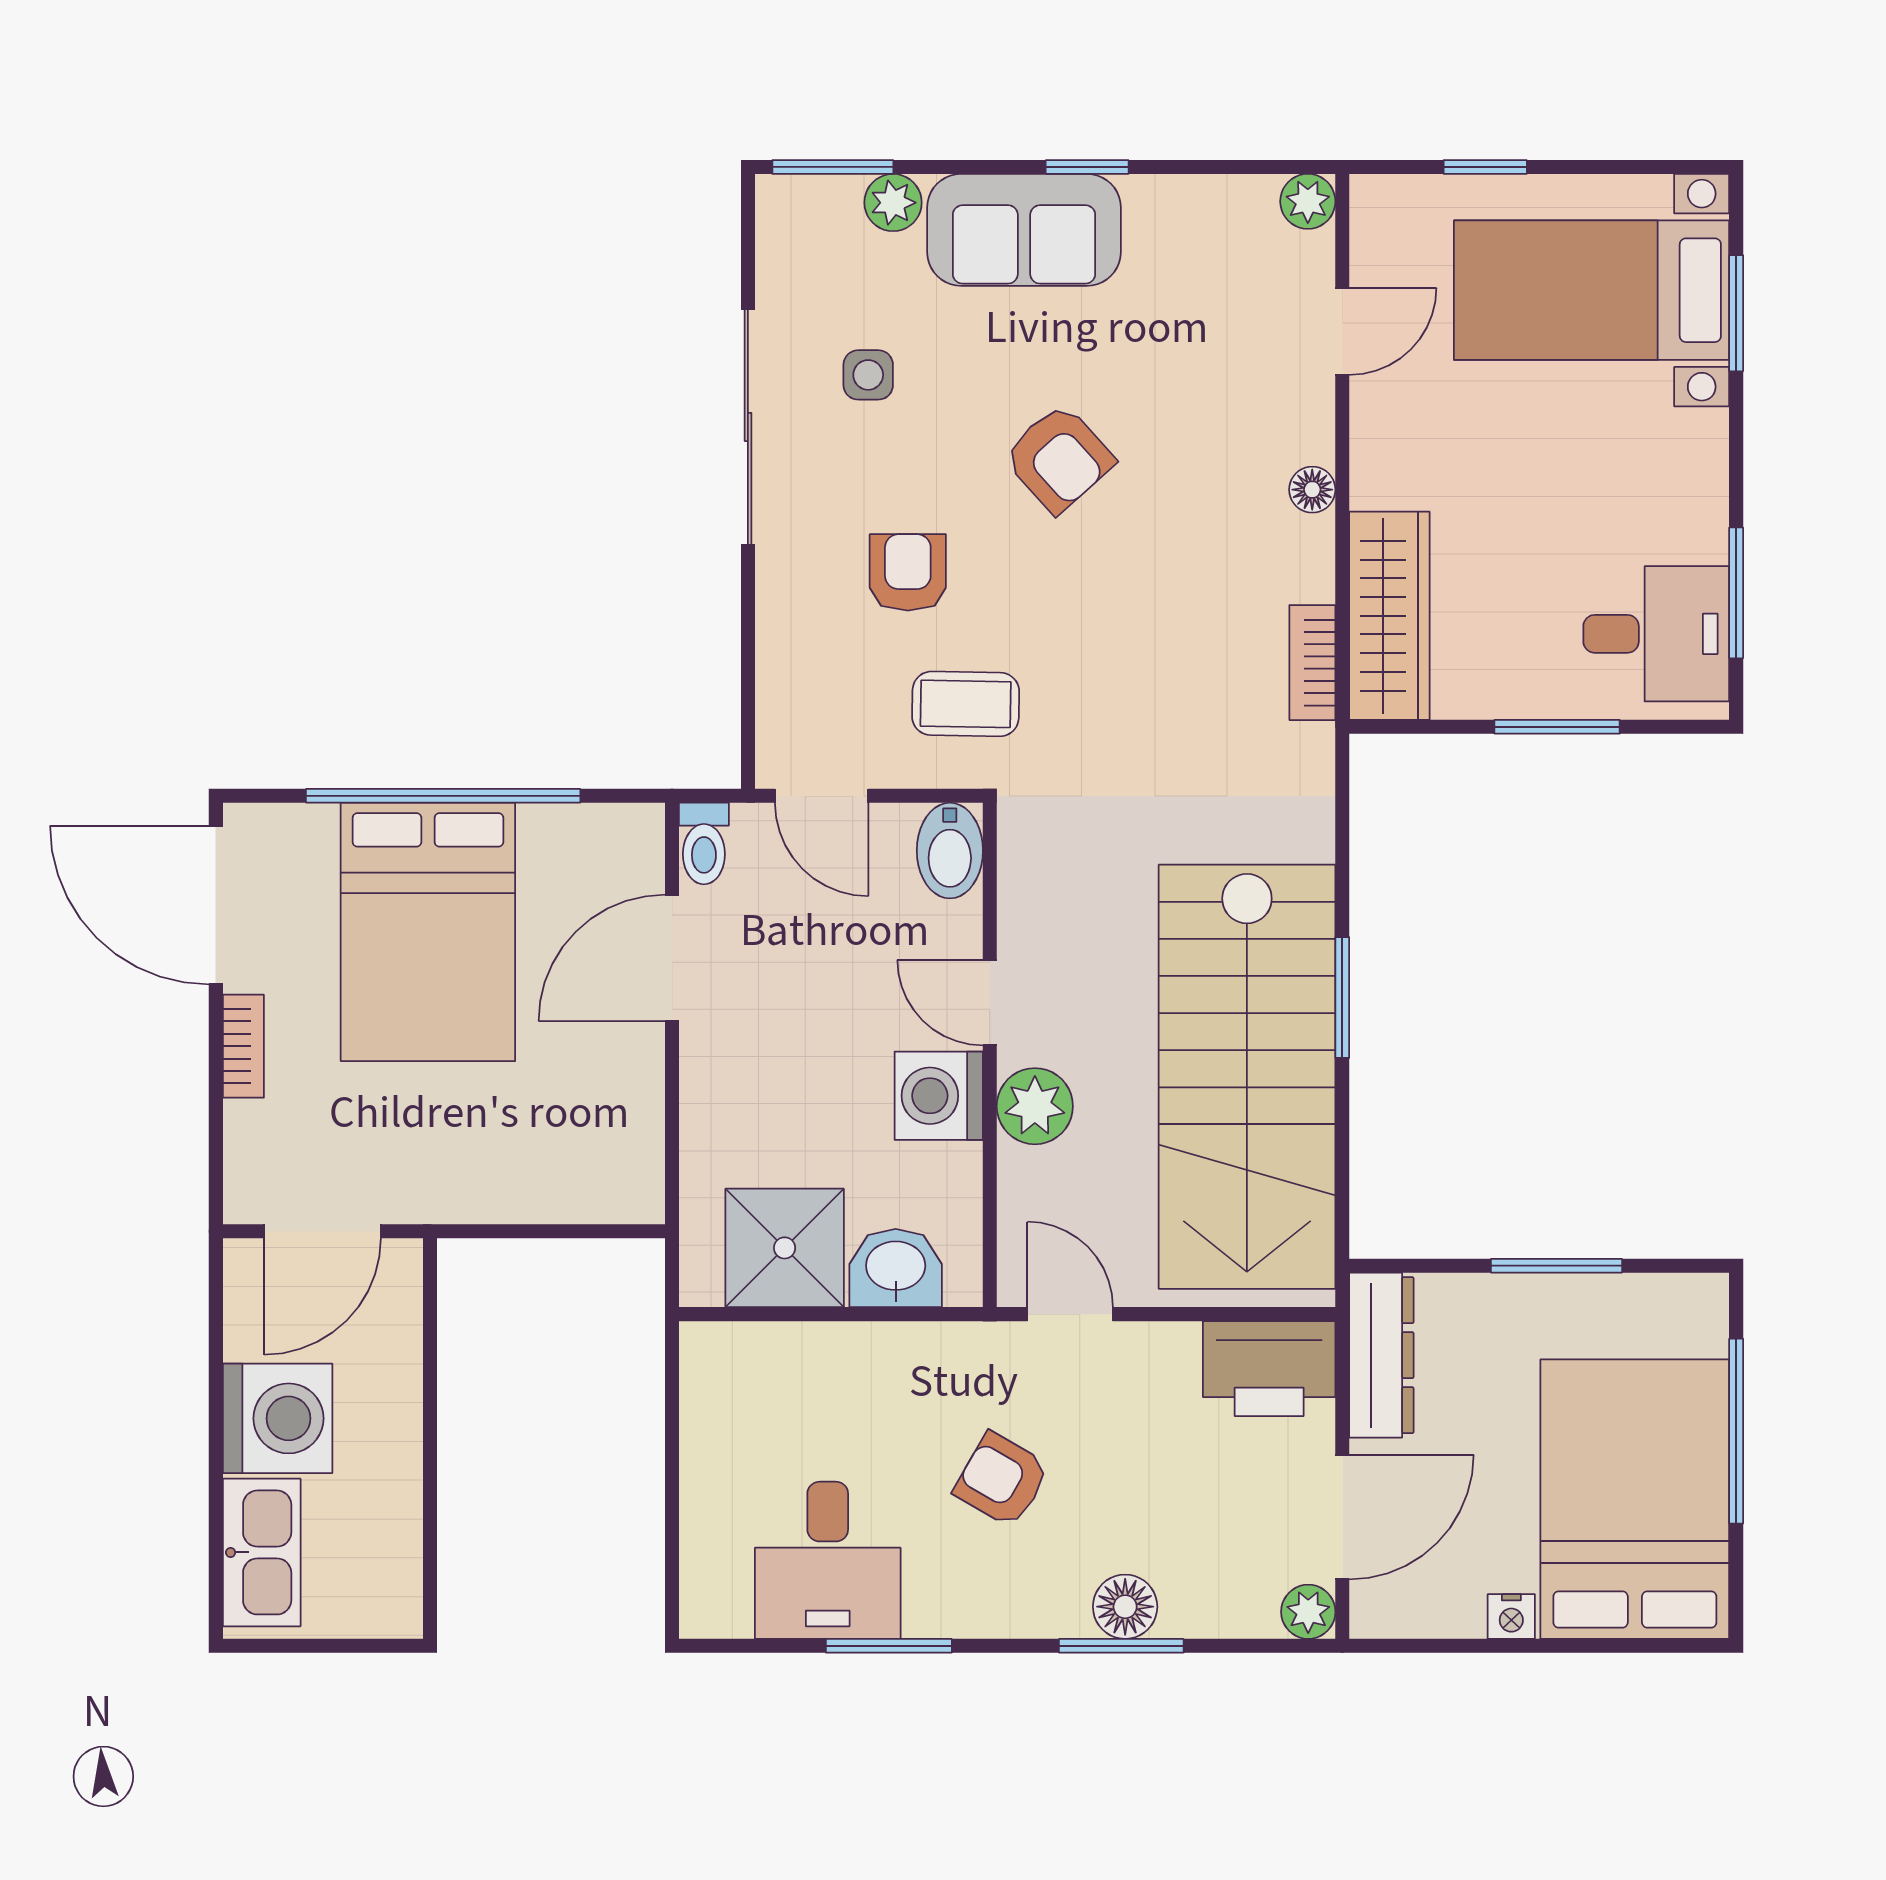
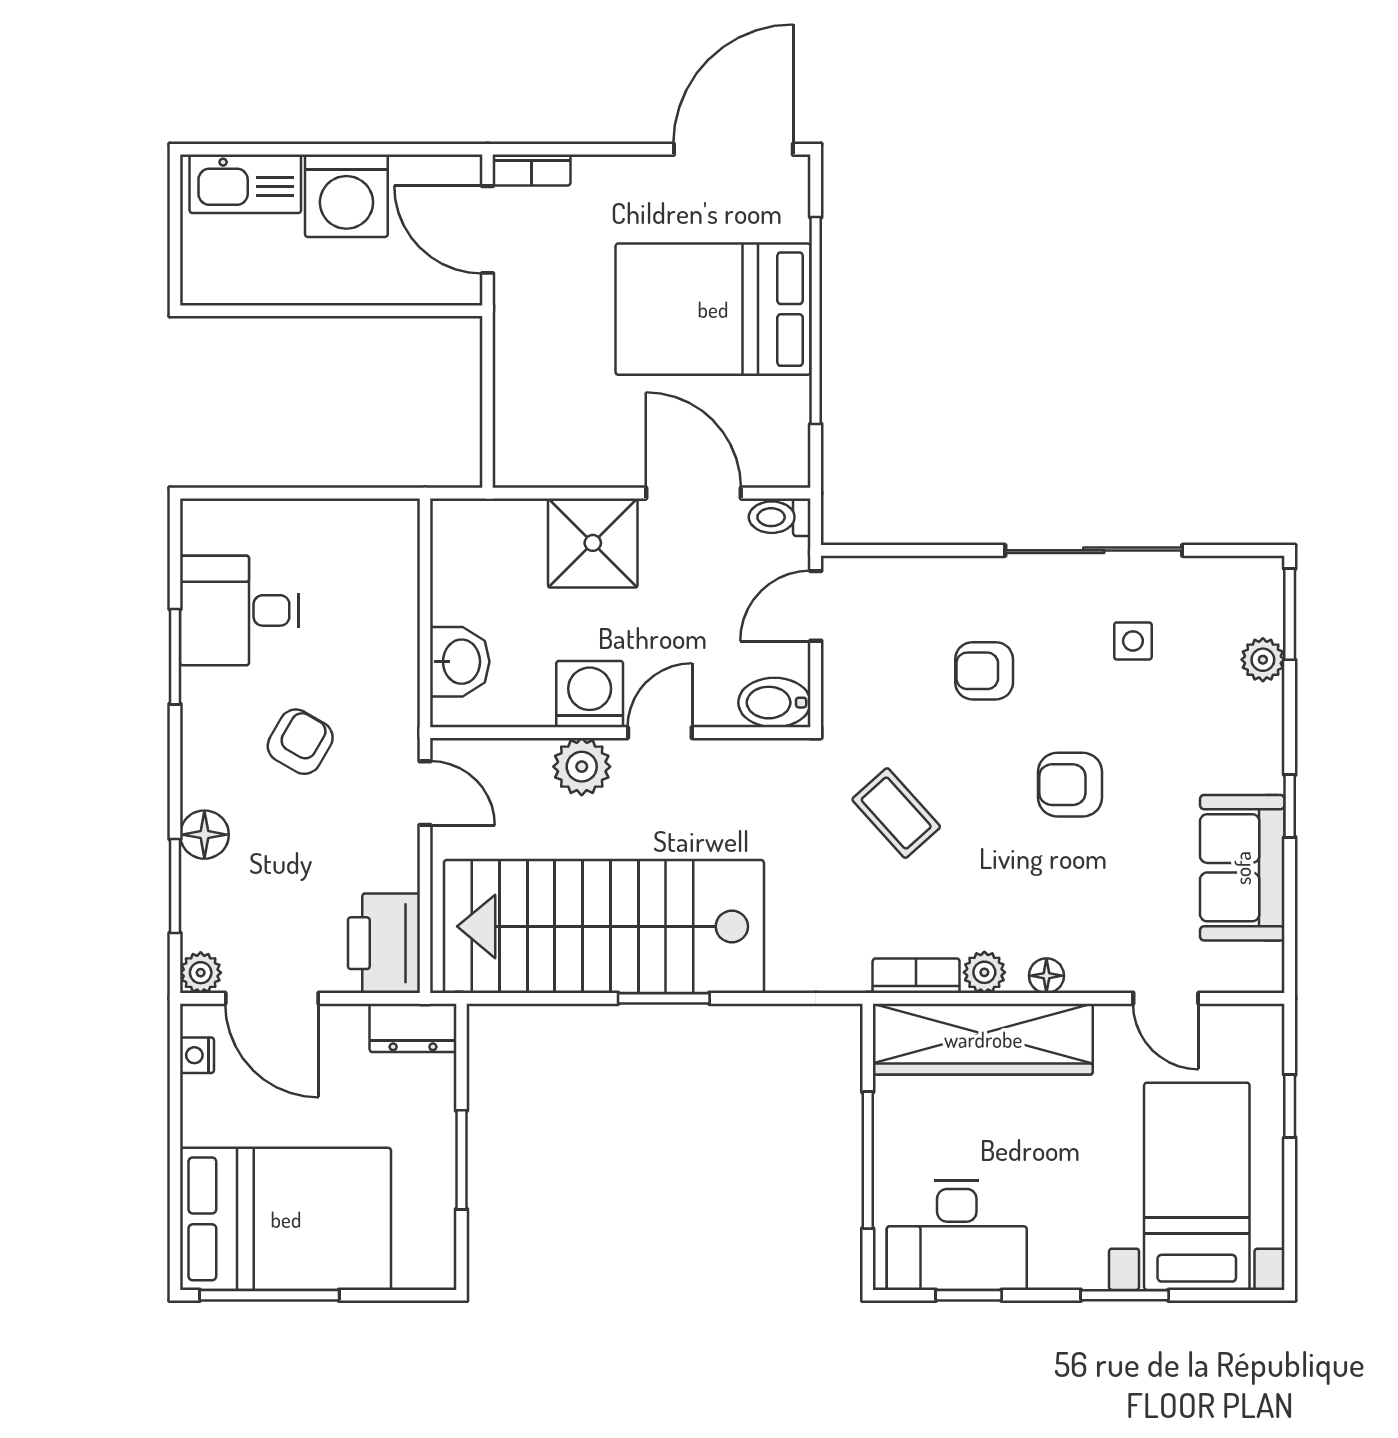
plant: (1308, 201) -> (984, 972), moved
sofa: (1024, 230) -> (1242, 868), moved
window: (1736, 313) -> (1125, 1295), moved
armchair: (1059, 458) -> (1070, 785), turned 42
armchair: (908, 572) -> (984, 671), turned 180
window: (1736, 593) -> (969, 1295), width x0.67
wardrobe: (1389, 616) -> (983, 1039), width x1.40, depth x1.17
desk: (1656, 634) -> (957, 1235), width x1.37
coffee table: (966, 704) -> (896, 813), moved, turned -43
window: (1557, 727) -> (868, 1160), width x1.44
bookcase: (243, 1046) -> (532, 170), moved
shower: (785, 1248) -> (593, 543), moved
door: (1070, 1314) -> (425, 793), hinge flipped
dresser: (1381, 1355) -> (413, 1028), width x0.70
window: (1736, 1431) -> (269, 1295), moved
nightstand: (1511, 1617) -> (197, 1055), moved
window: (1121, 1646) -> (175, 886), moved

